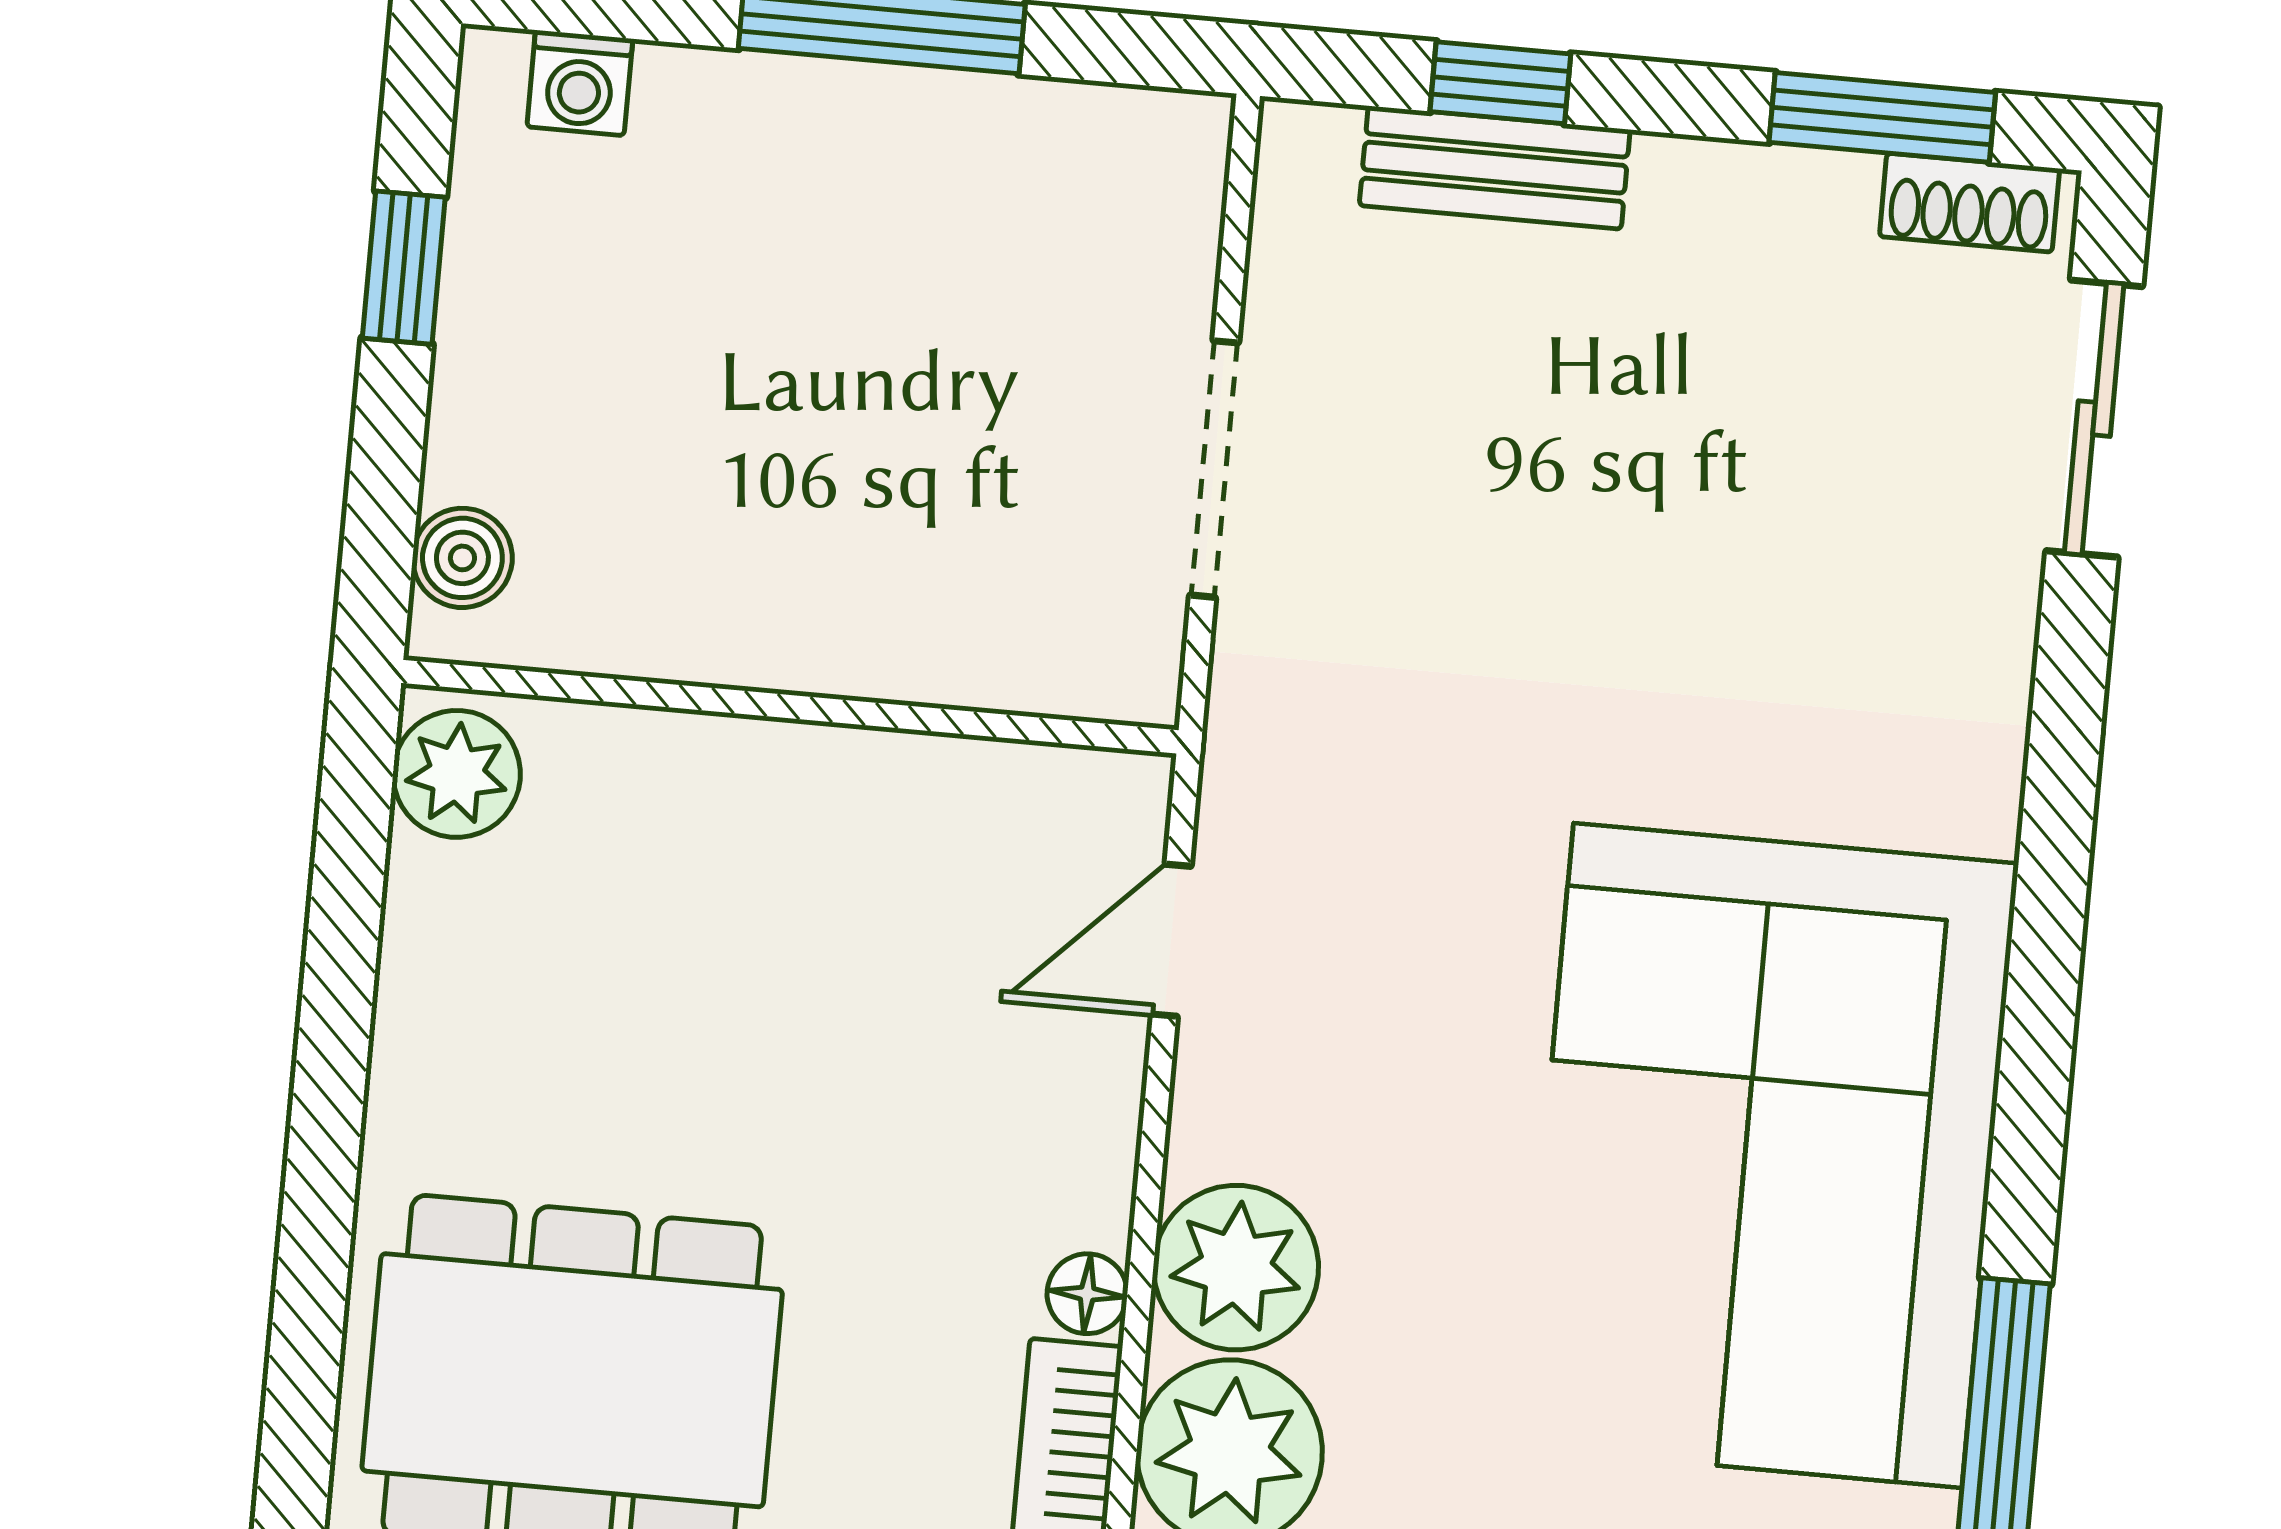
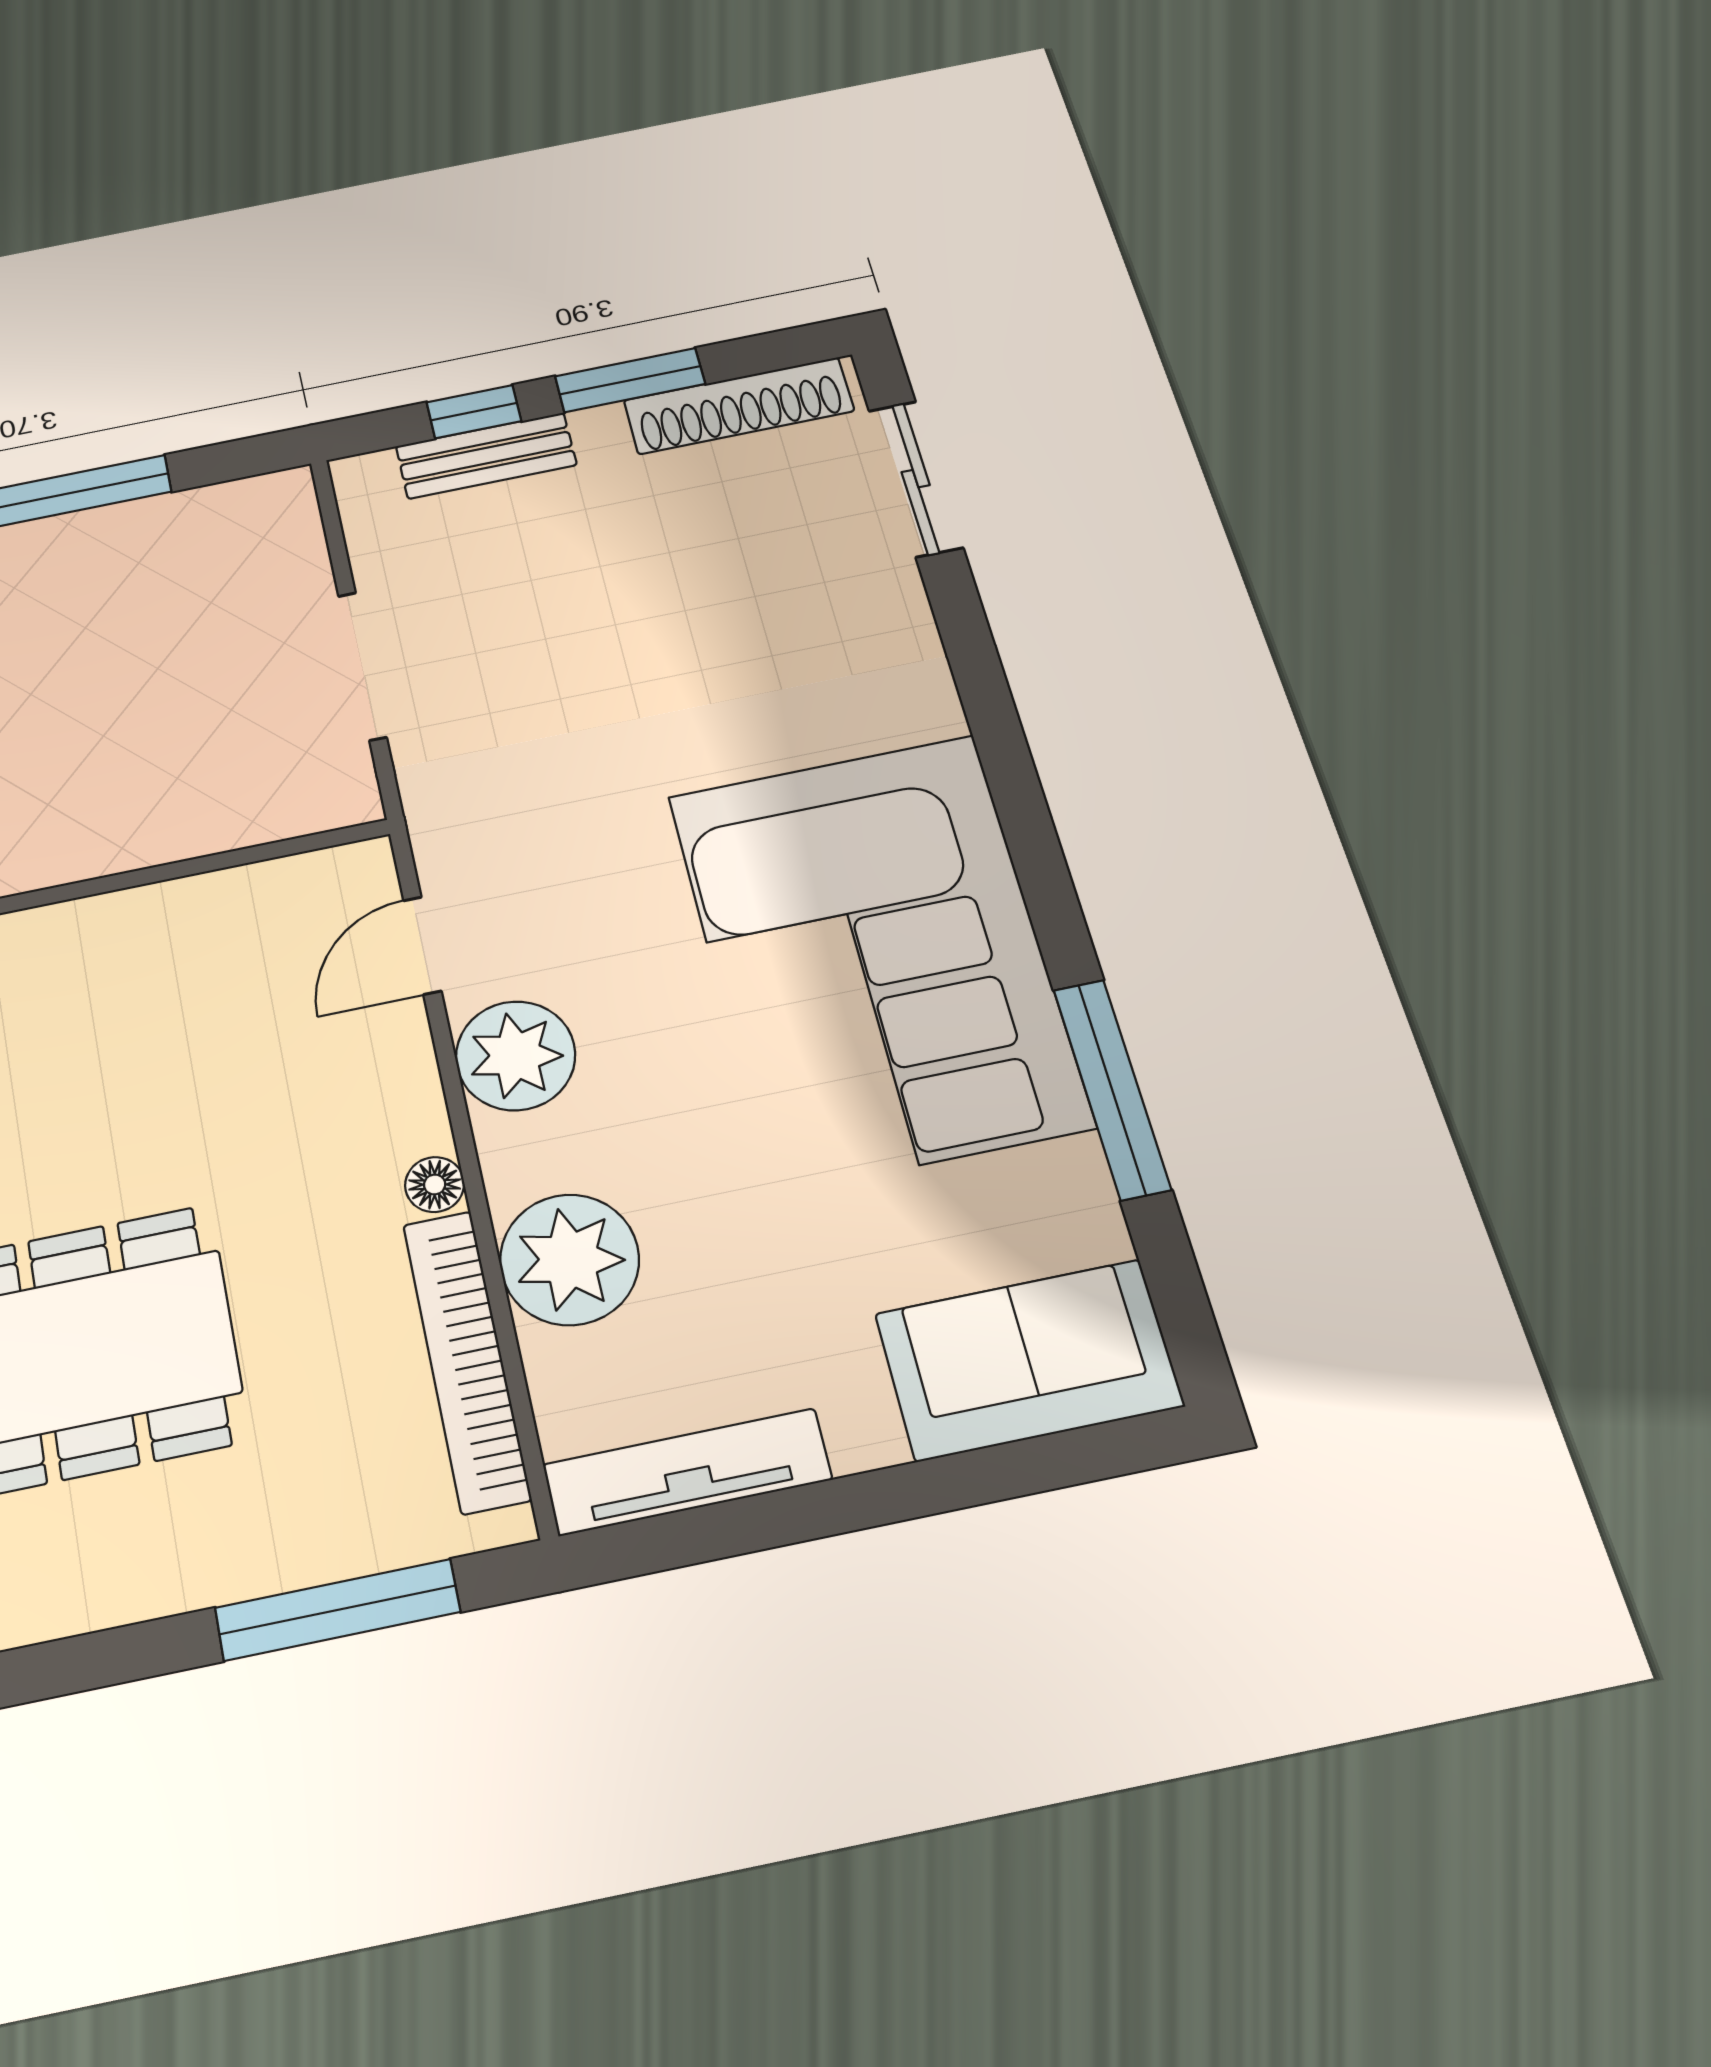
window: (1882, 117) -> (630, 380), moved
shoe rack: (1969, 203) -> (739, 406), width x1.94, depth x1.24
plant: (1236, 1268) -> (516, 1056), moved

